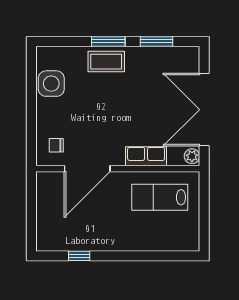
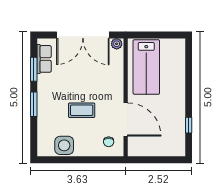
coffee table: (106, 62) -> (82, 110), moved, turned 90
row of seats: (146, 156) -> (44, 59), moved, turned 180
lab bench: (160, 197) -> (146, 67), width x1.36, depth x1.39

